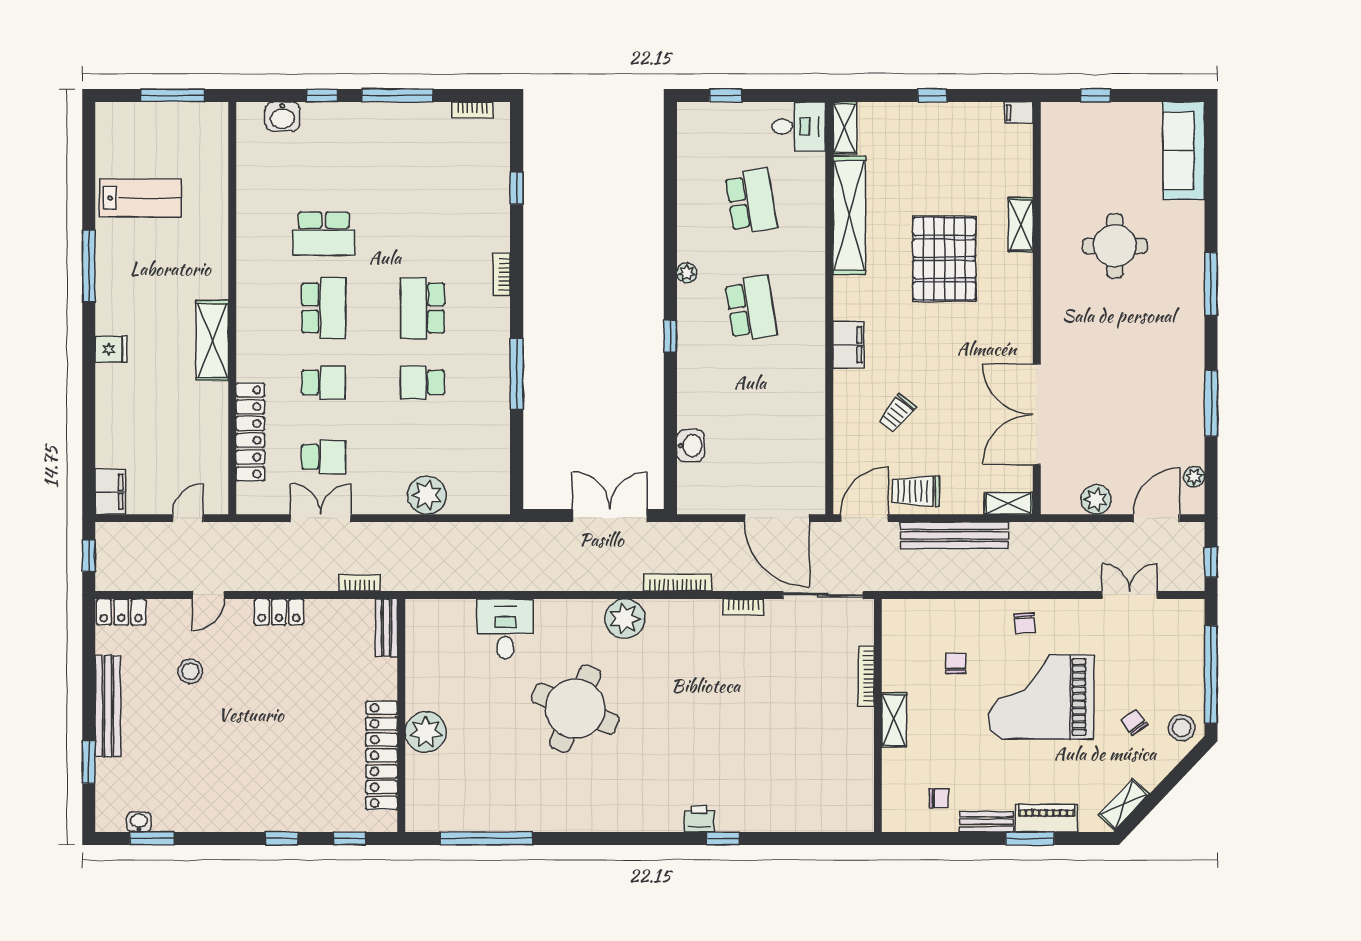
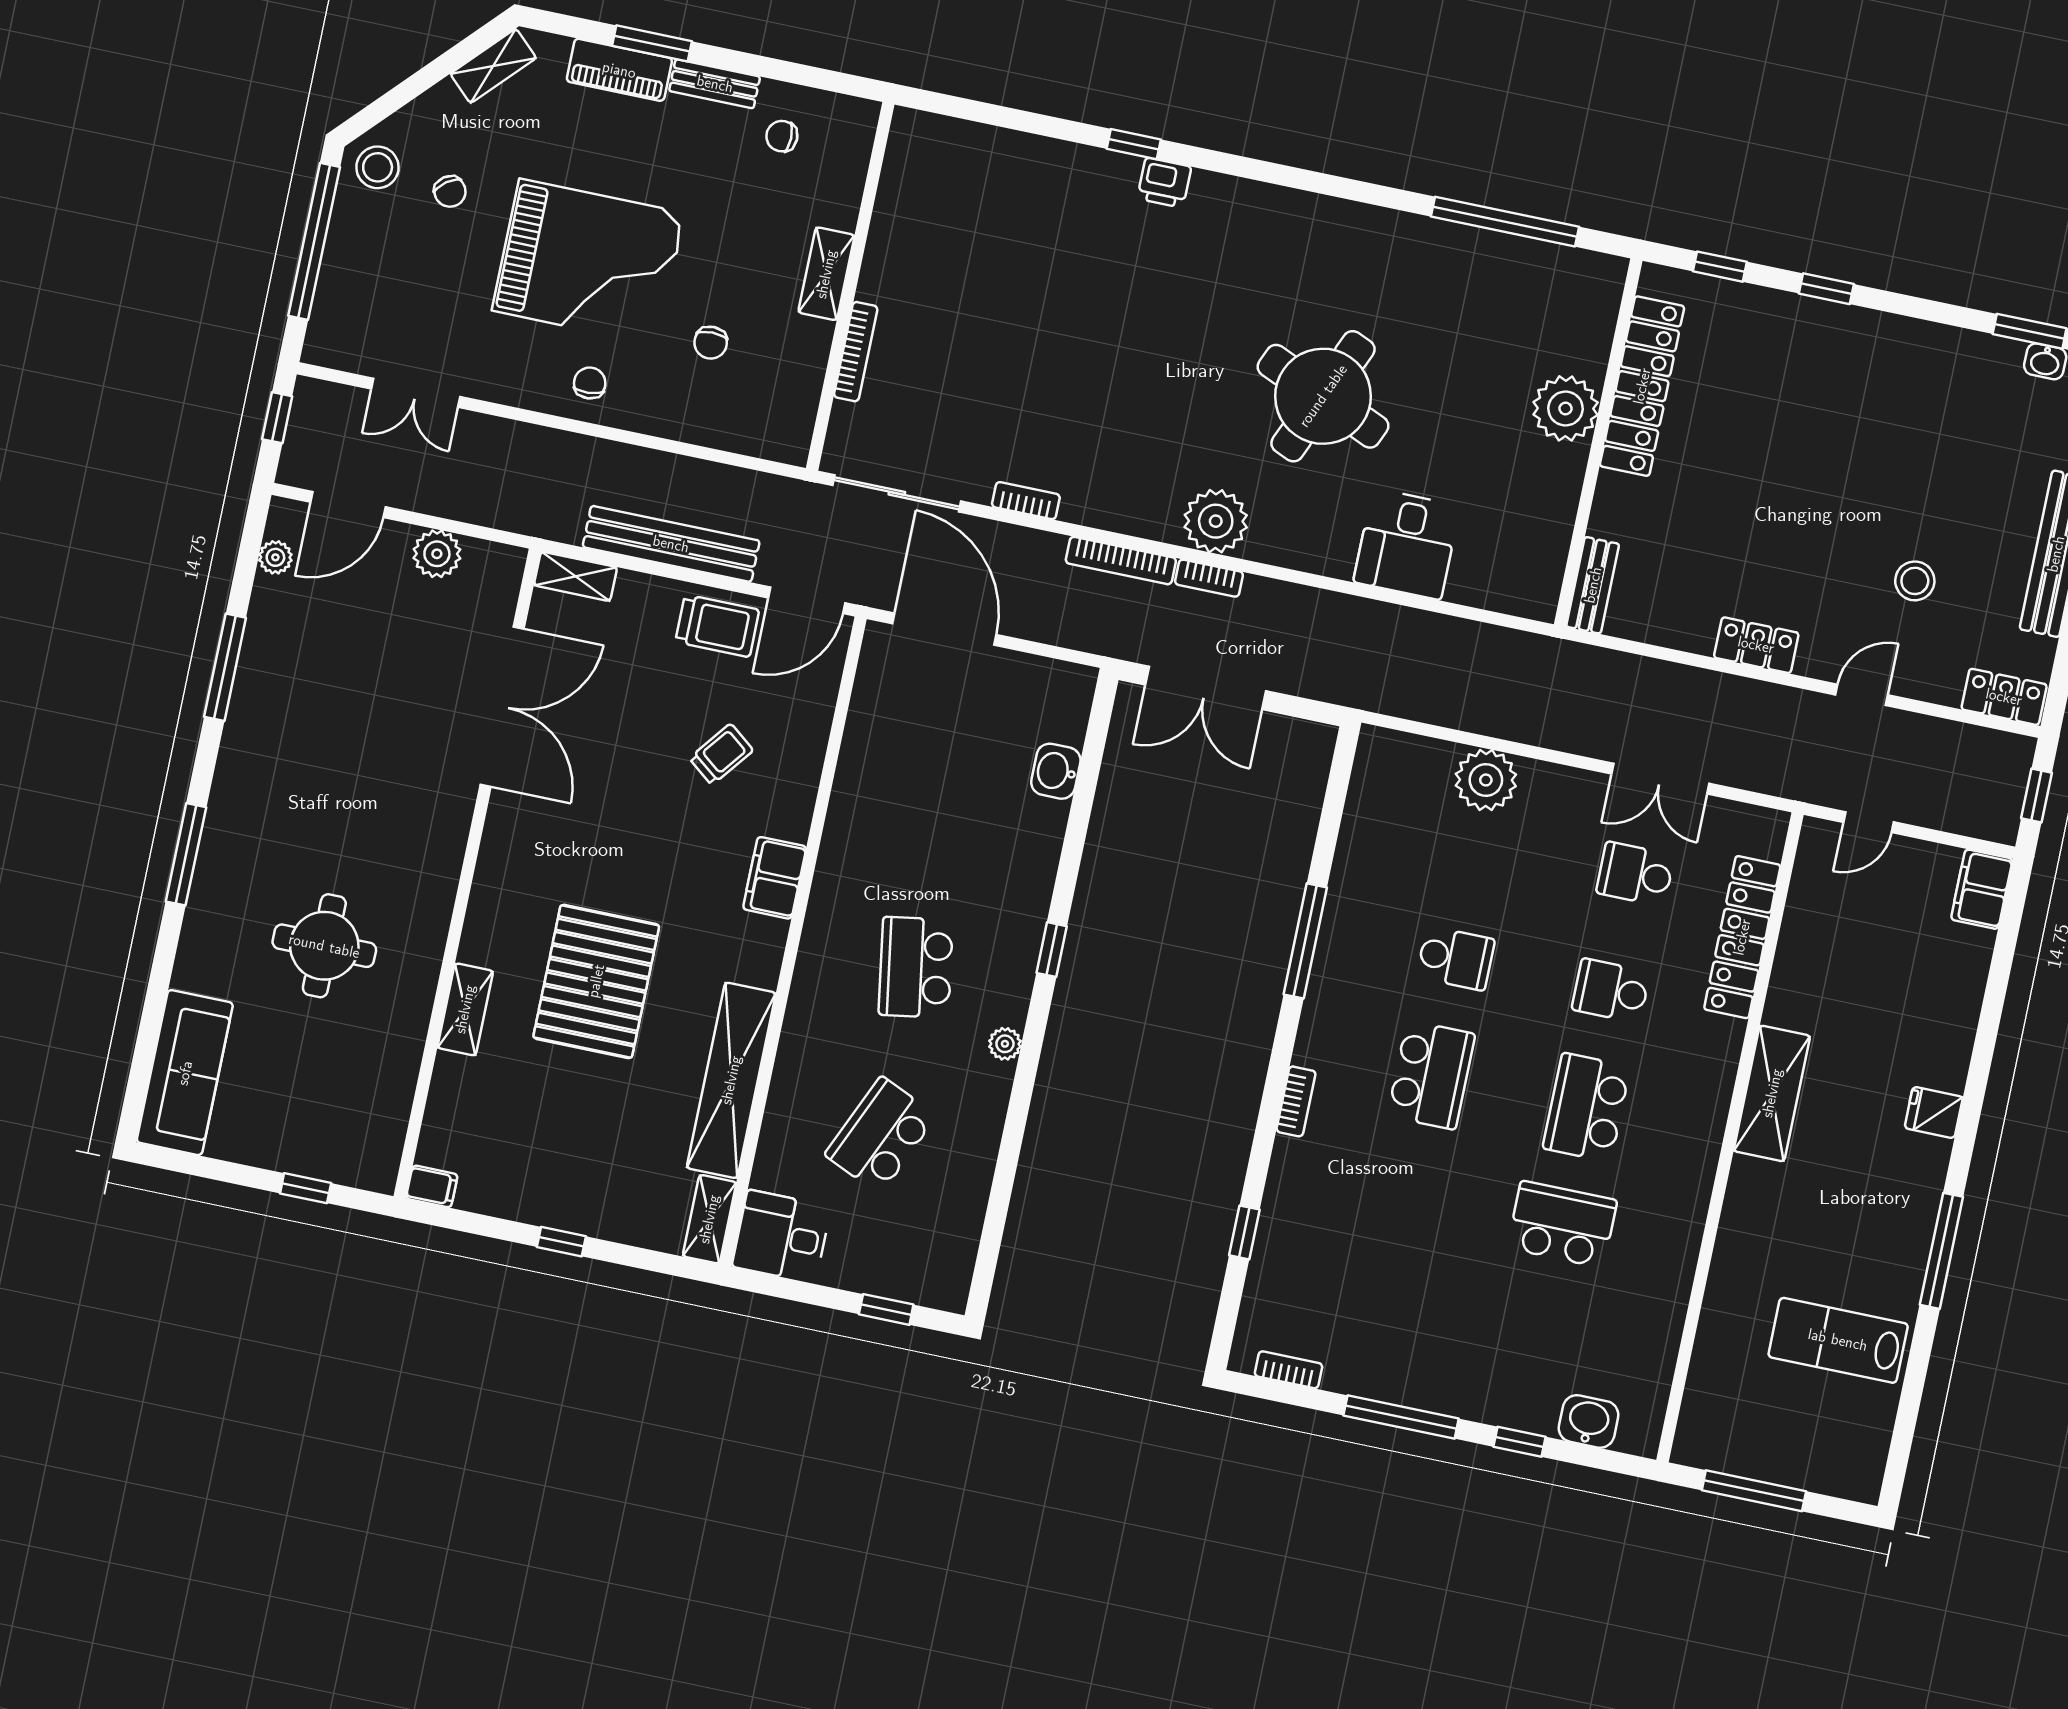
school desk: (751, 201) -> (881, 1135), turned 33
bookcase: (360, 583) -> (1209, 578), moved

